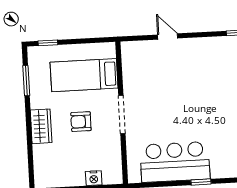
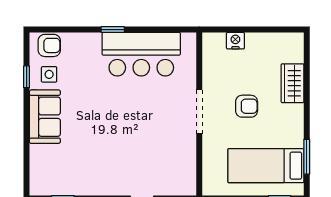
bed: (84, 75) -> (266, 166), moved, turned 180
wardrobe: (41, 126) -> (293, 83), moved

